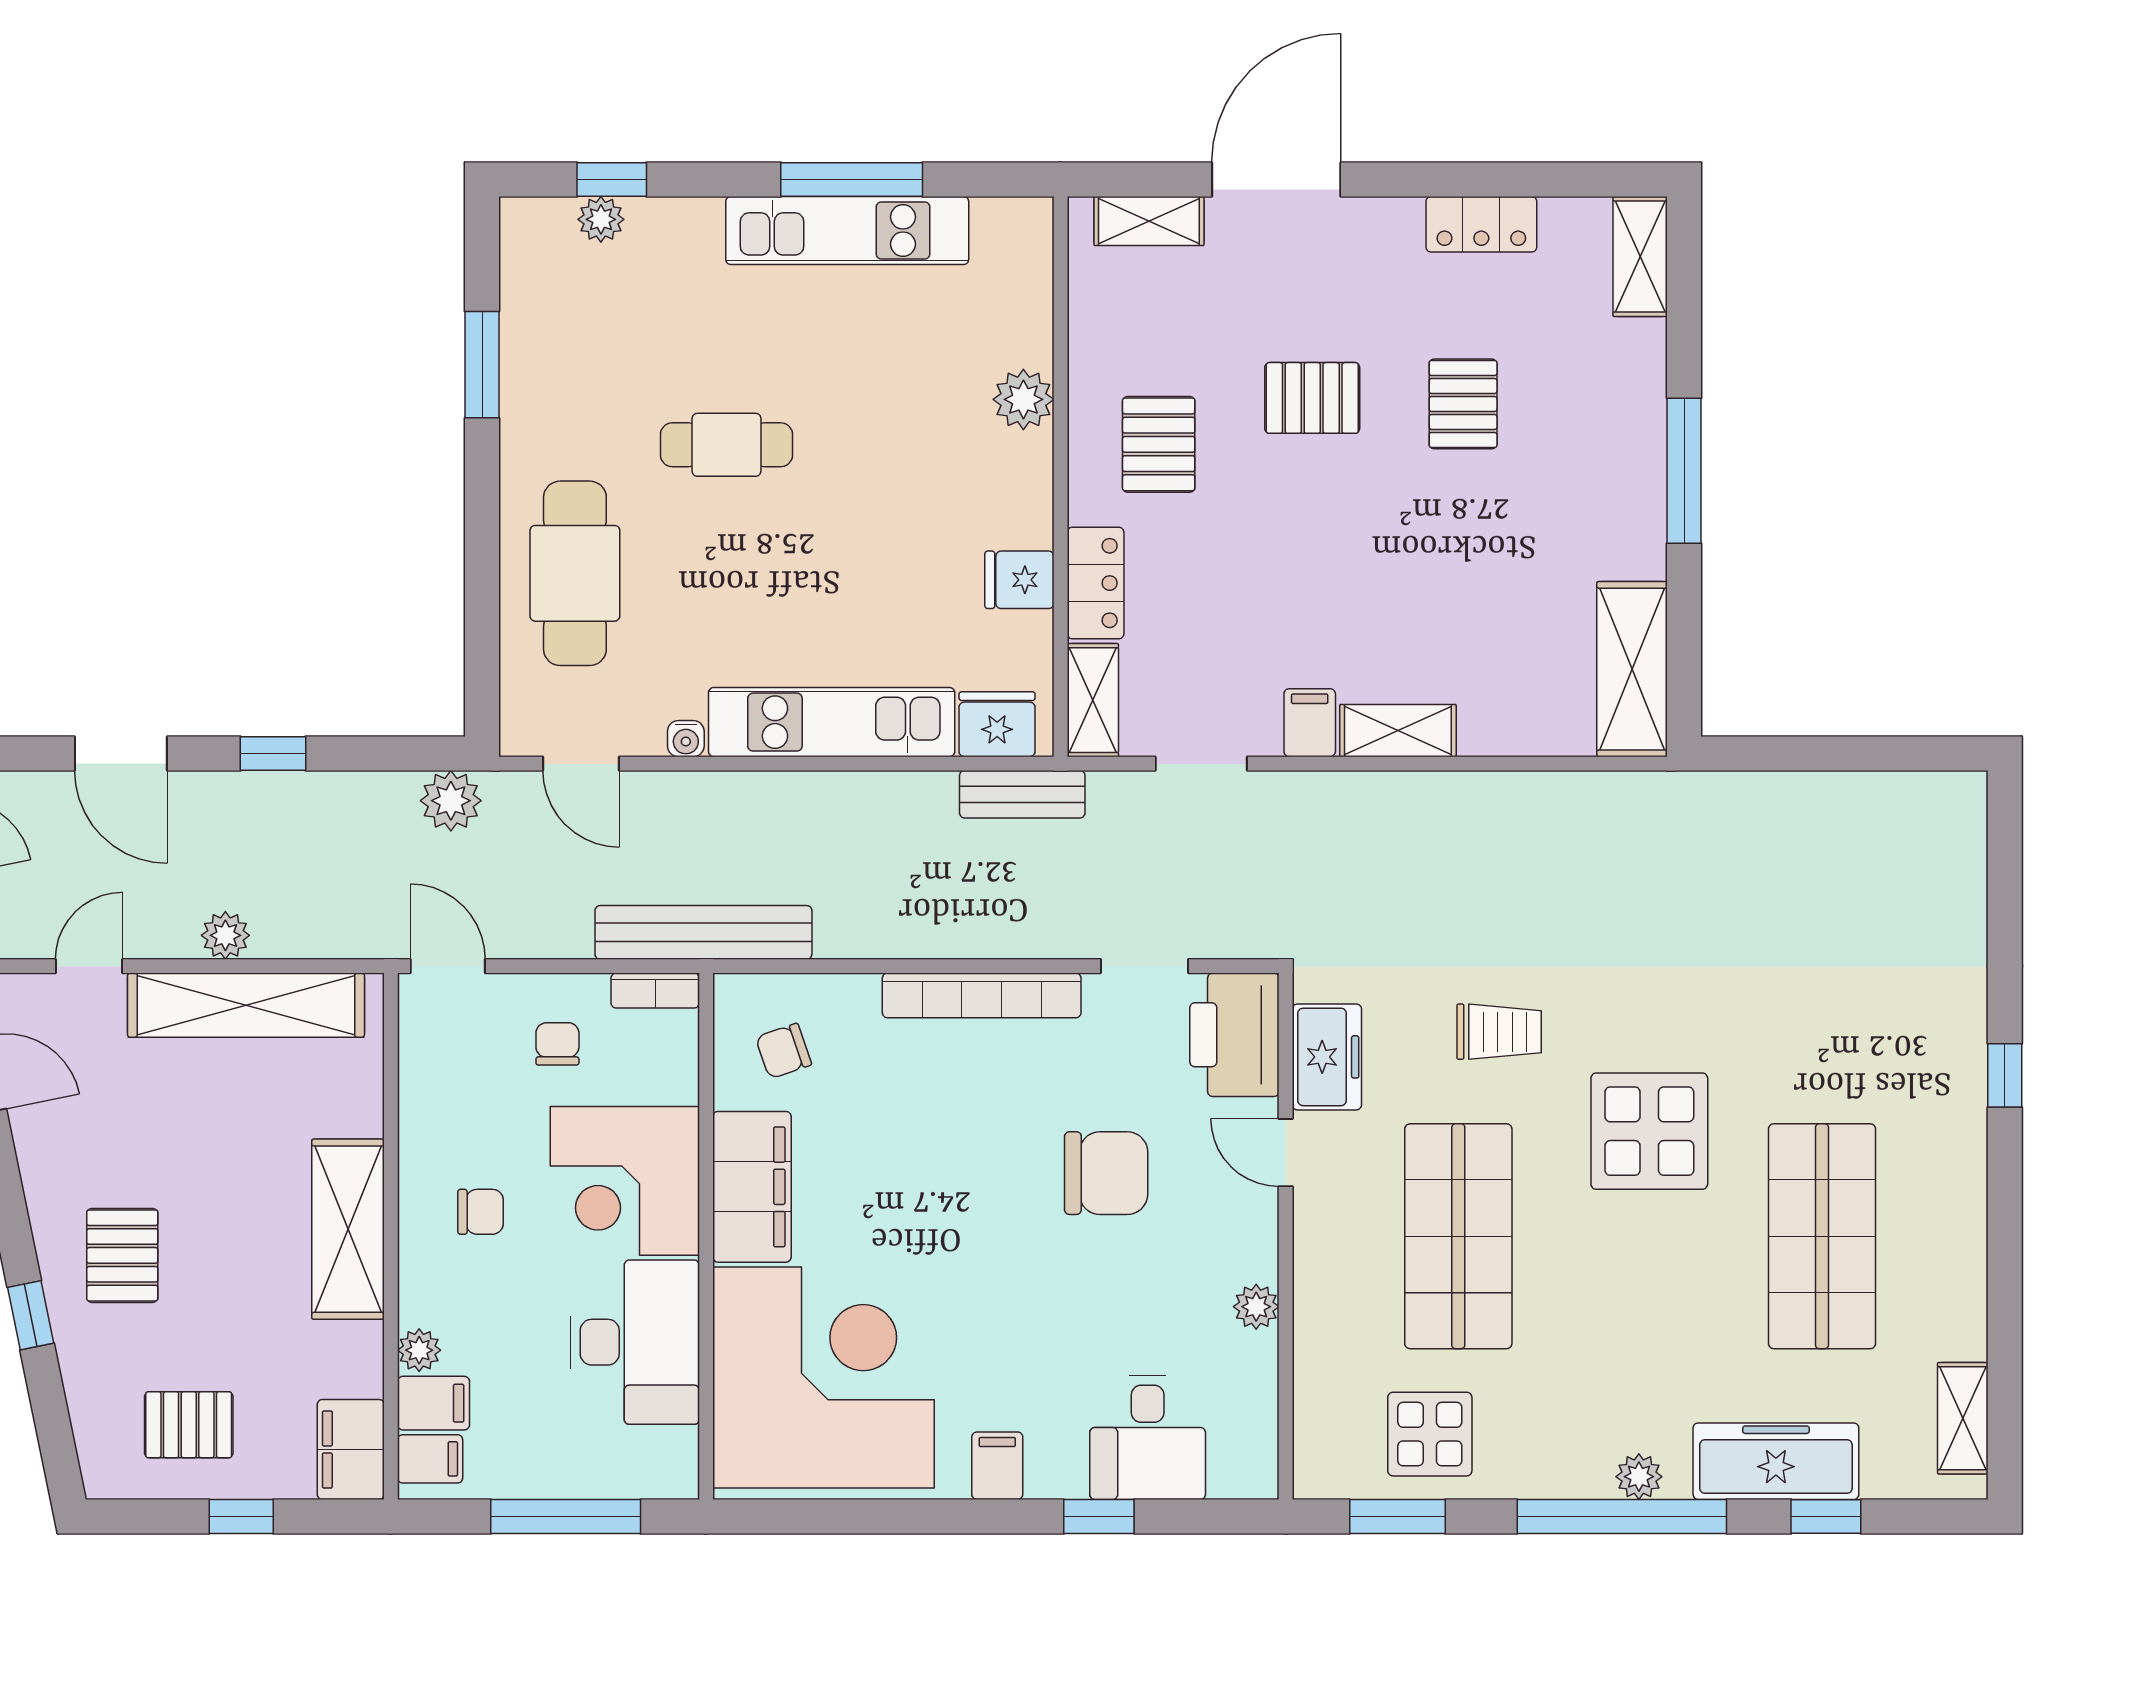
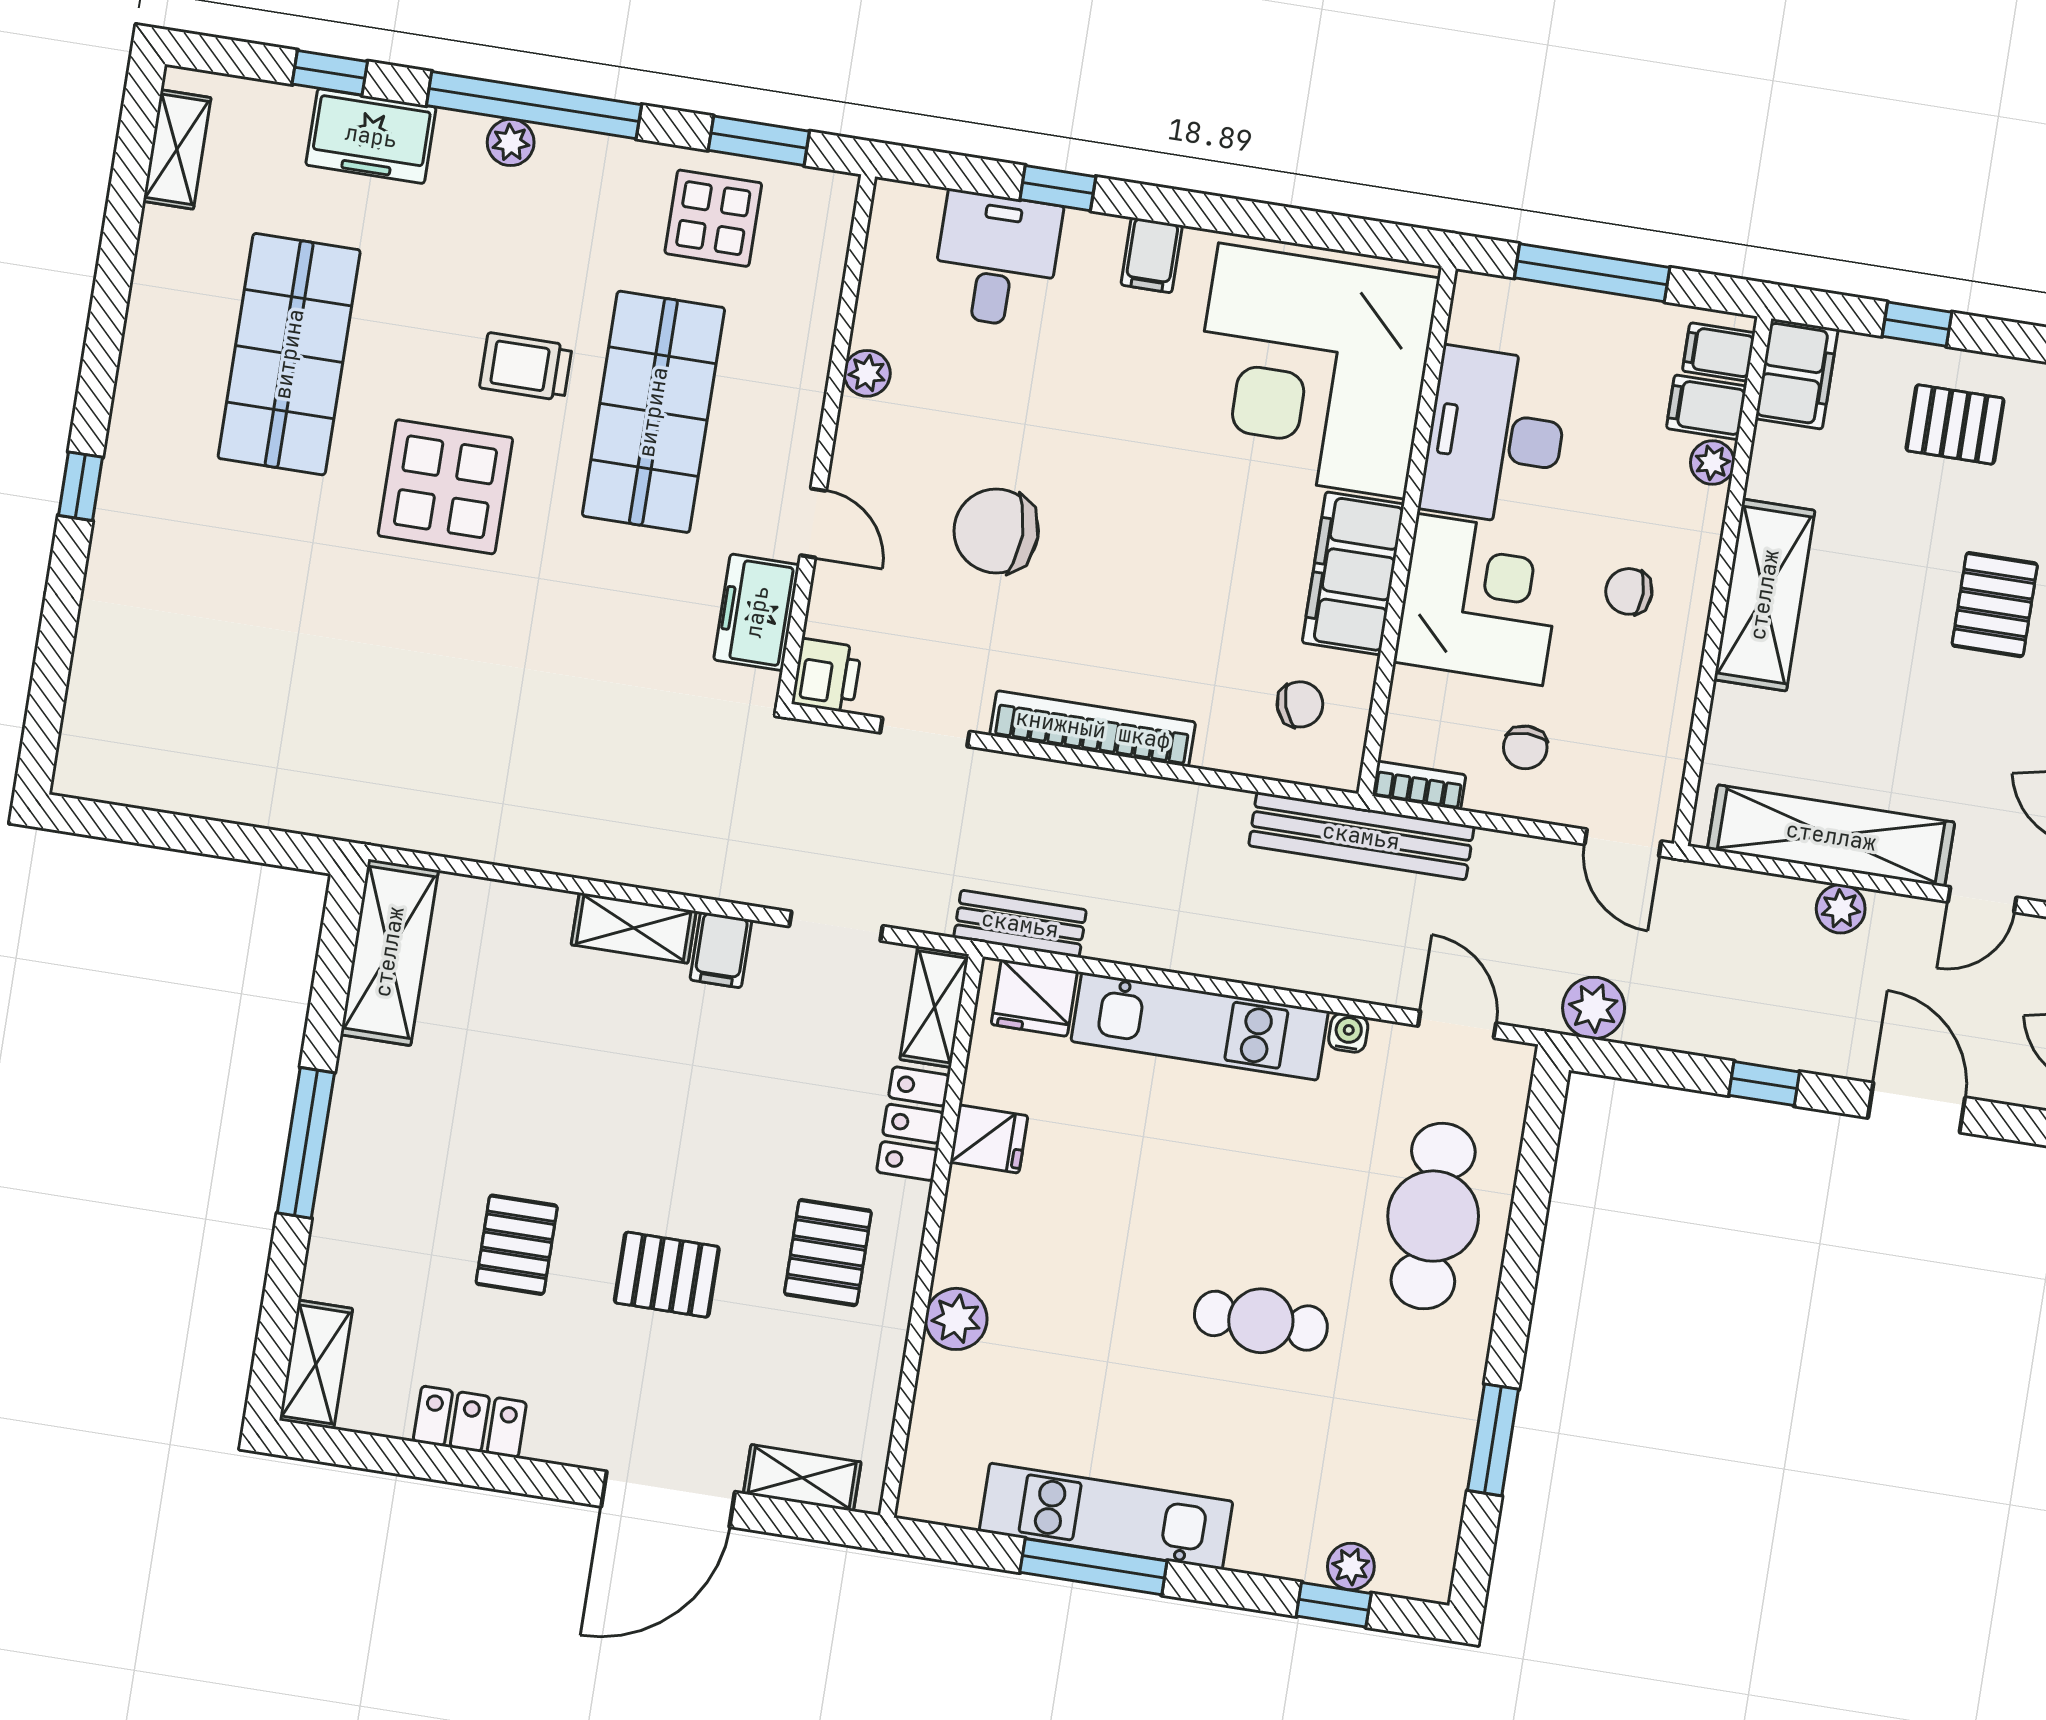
trolley: (1499, 1032) -> (526, 367), moved
printer: (1234, 1035) -> (827, 676), width x0.53, depth x0.68
freezer: (1776, 1461) -> (371, 136), width x0.71

